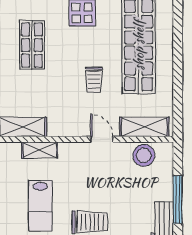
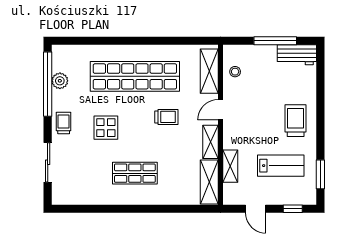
shelving: (66, 128) -> (211, 142), added
stool: (144, 155) -> (235, 72), width x0.53, depth x0.53

